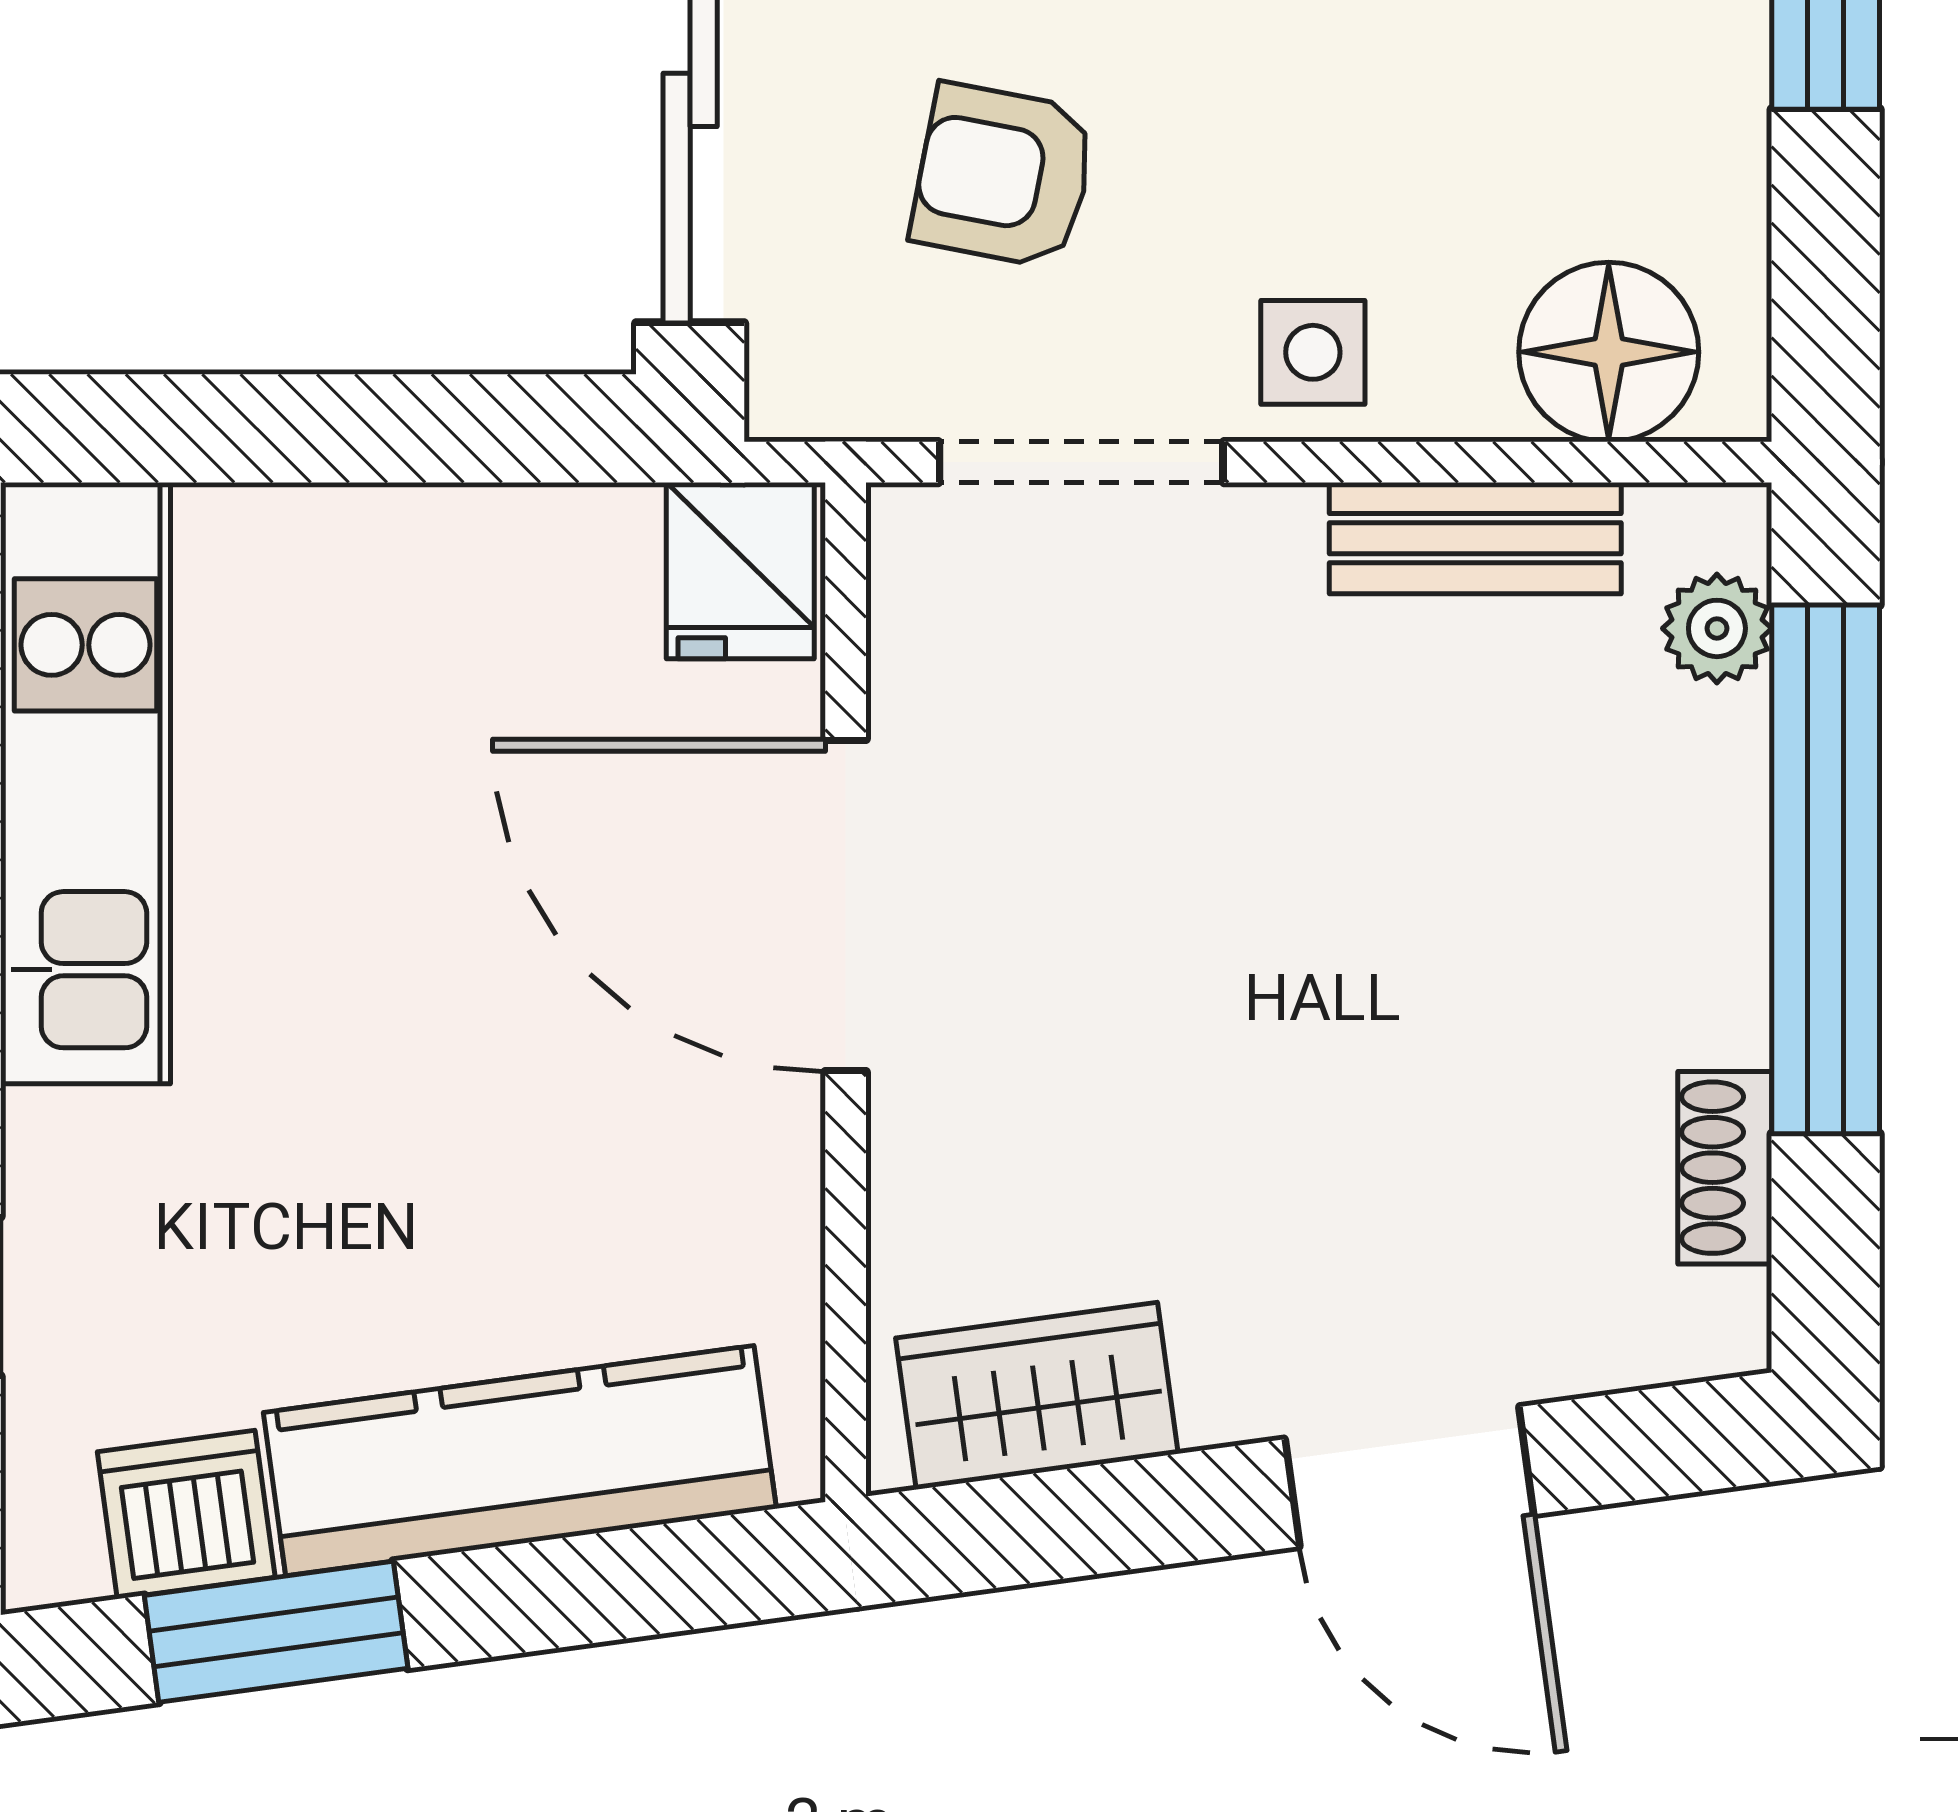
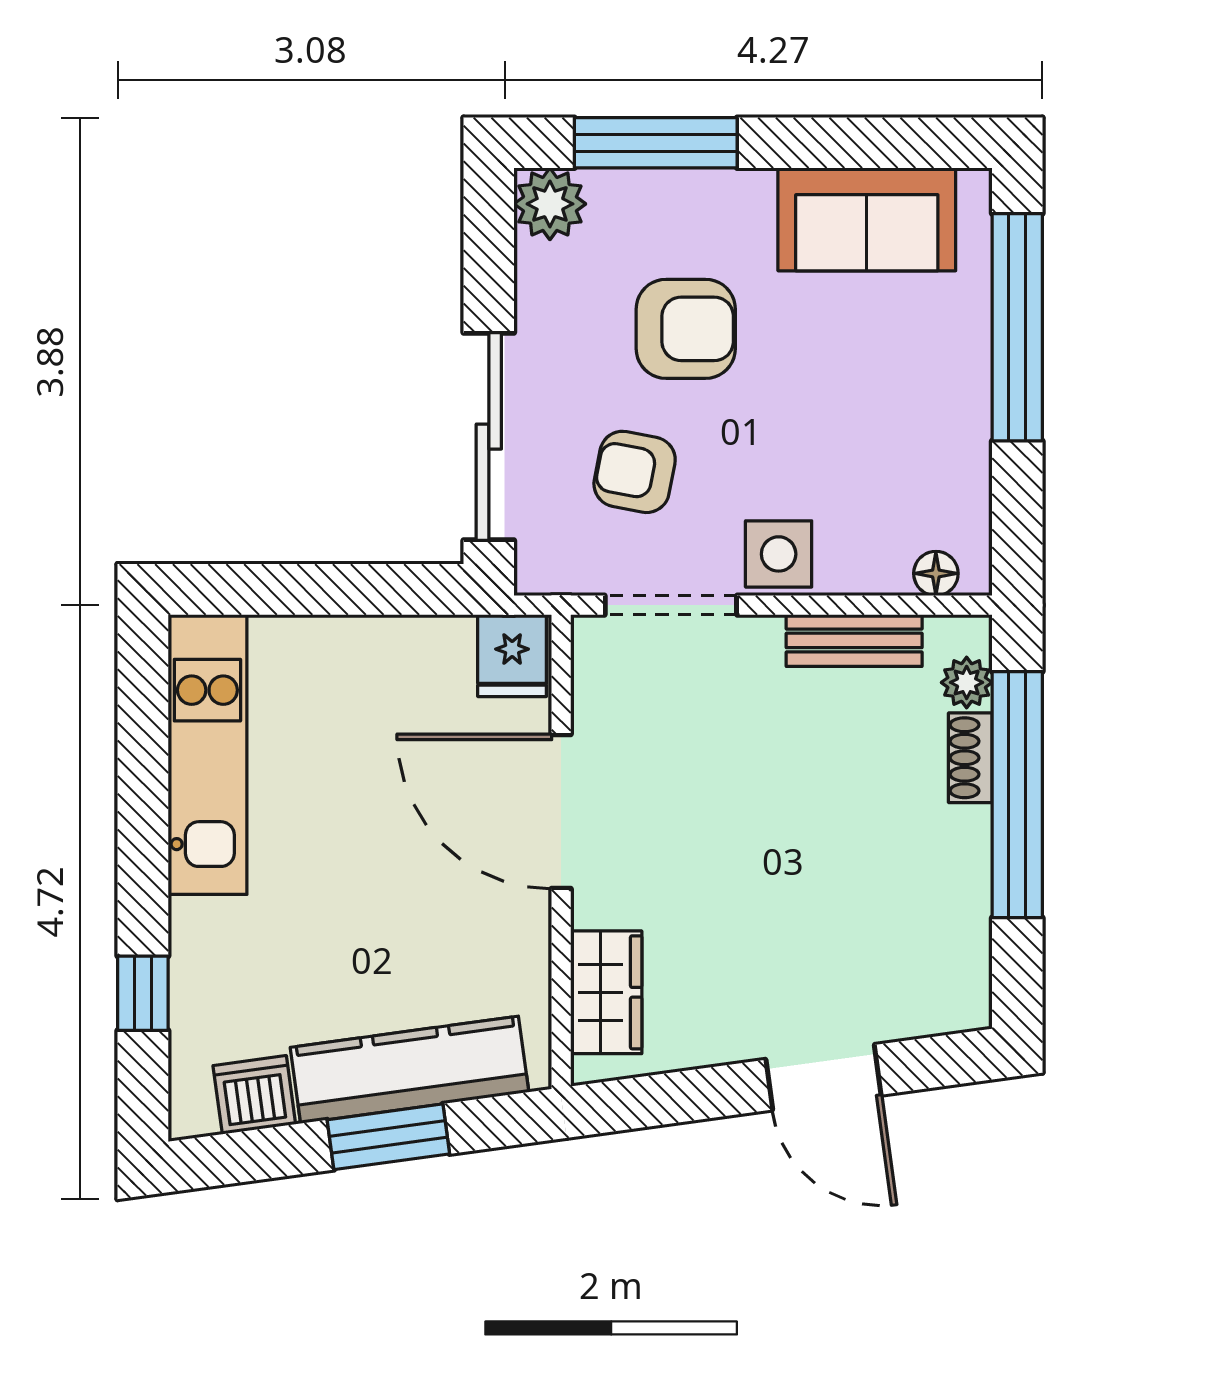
side table: (1313, 352) -> (779, 554), width x1.37, depth x1.37
floor lamp: (1609, 352) -> (936, 573), width x0.53, depth x0.53
shoe rack: (1725, 1168) -> (970, 758), moved
wardrobe: (1037, 1396) -> (606, 992), moved, turned 98
window: (276, 1632) -> (388, 1137), moved

